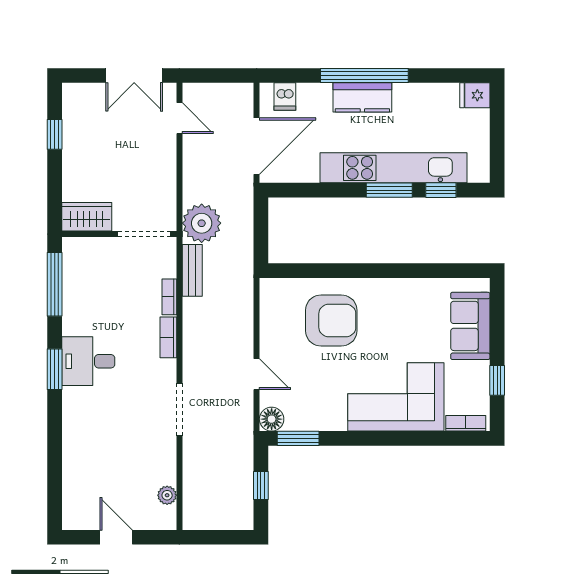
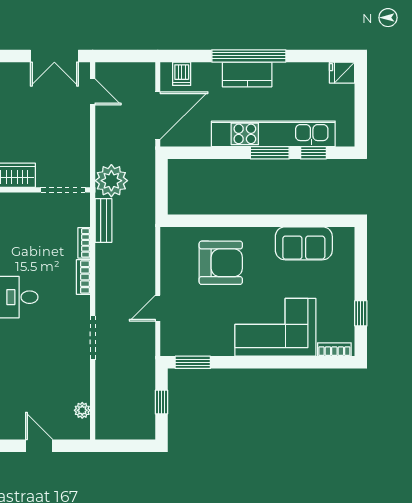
sofa: (470, 326) -> (304, 243), moved, turned -90
door: (257, 374) -> (158, 308), swing flipped
floor lamp: (272, 419) -> (170, 346), removed

